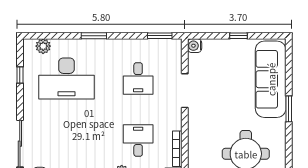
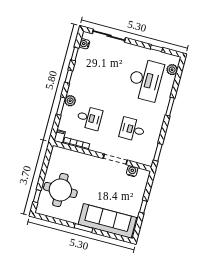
water cooler: (195, 46) -> (132, 171), moved
desk: (67, 78) -> (145, 80), turned 180

